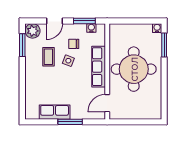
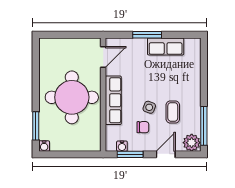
window: (22, 45) -> (204, 126), width x1.44

